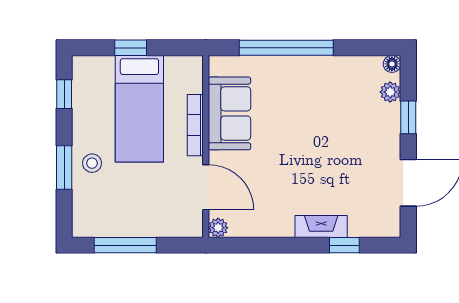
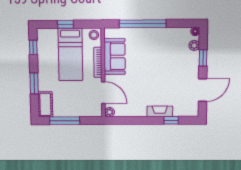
stool: (92, 163) -> (94, 35), moved
cot: (86, 211) -> (45, 104), added

